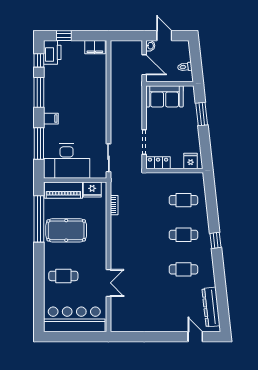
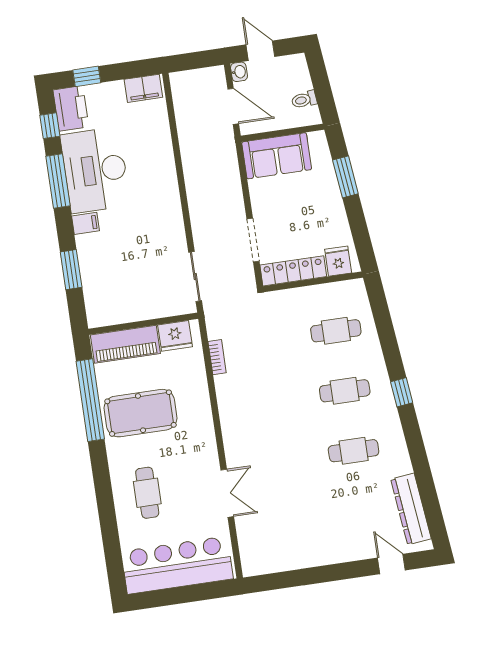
window: (39, 143) -> (71, 270), width x0.69
desk: (67, 161) -> (95, 170), moved, turned 90
locker: (158, 163) -> (293, 271), width x1.53
cafe table: (63, 276) -> (147, 493), turned 90

